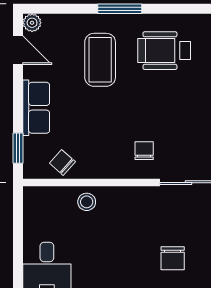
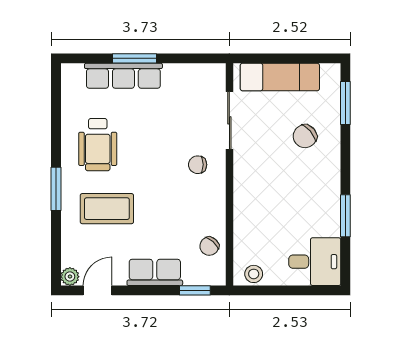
stool: (87, 202) -> (254, 274), moved
chair: (173, 258) -> (305, 136), turned 140

